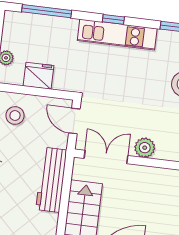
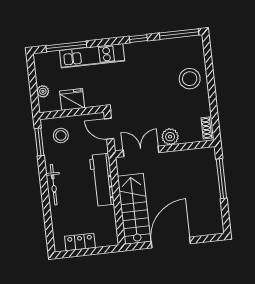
window: (113, 19) -> (138, 39), moved
kitchen unit: (117, 35) -> (92, 56), moved

